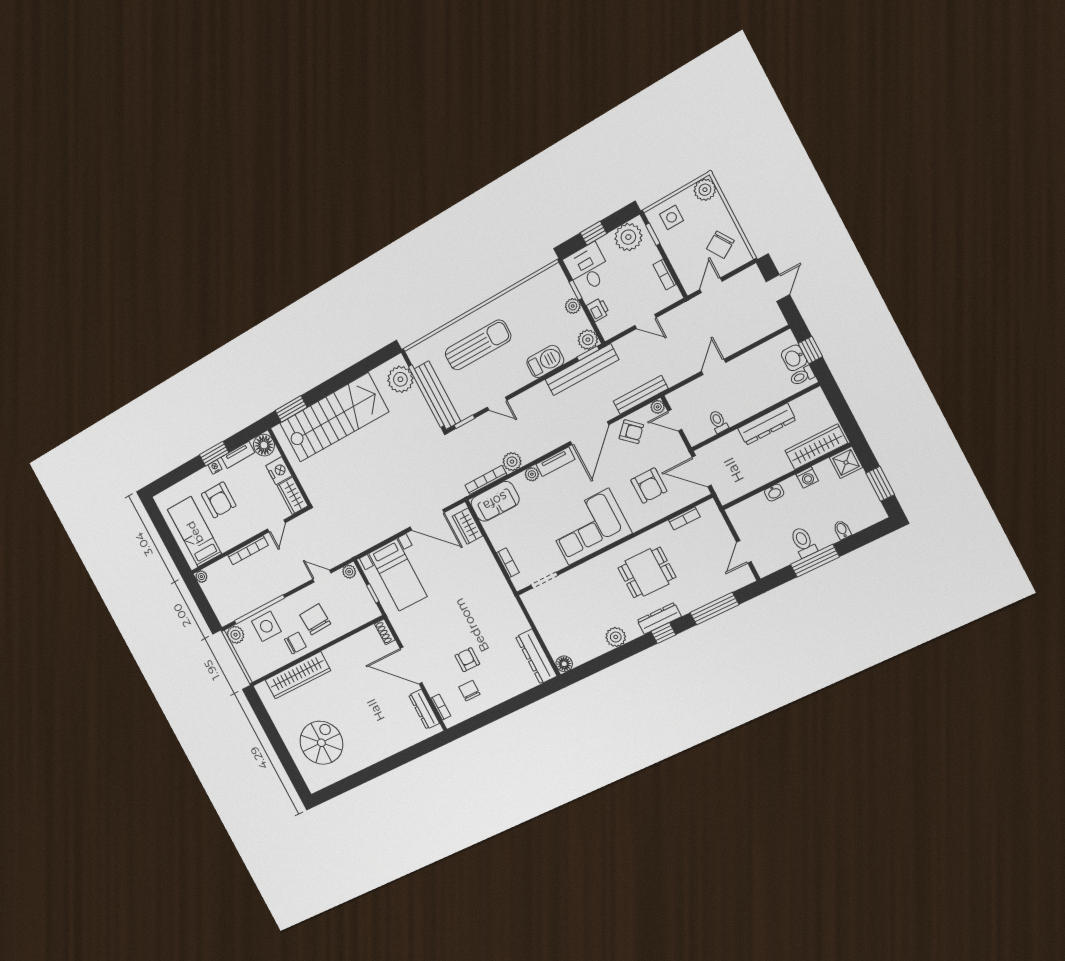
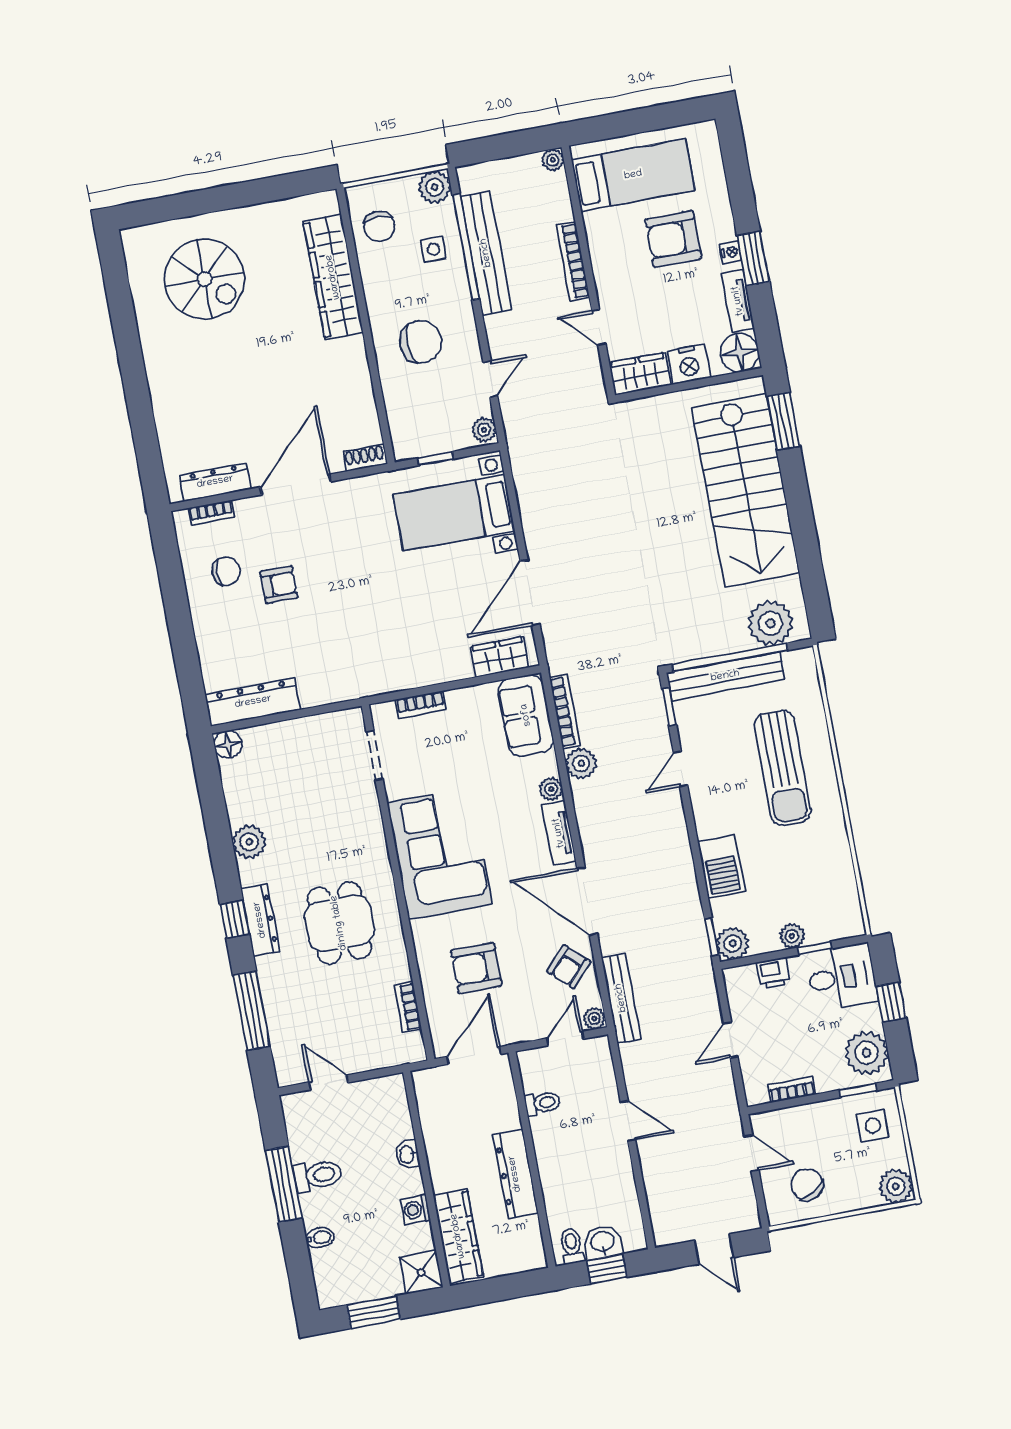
bench: (582, 370) -> (486, 253), moved
side table: (266, 626) -> (433, 249), width x0.54, depth x0.54
chair: (295, 643) -> (379, 226), moved

